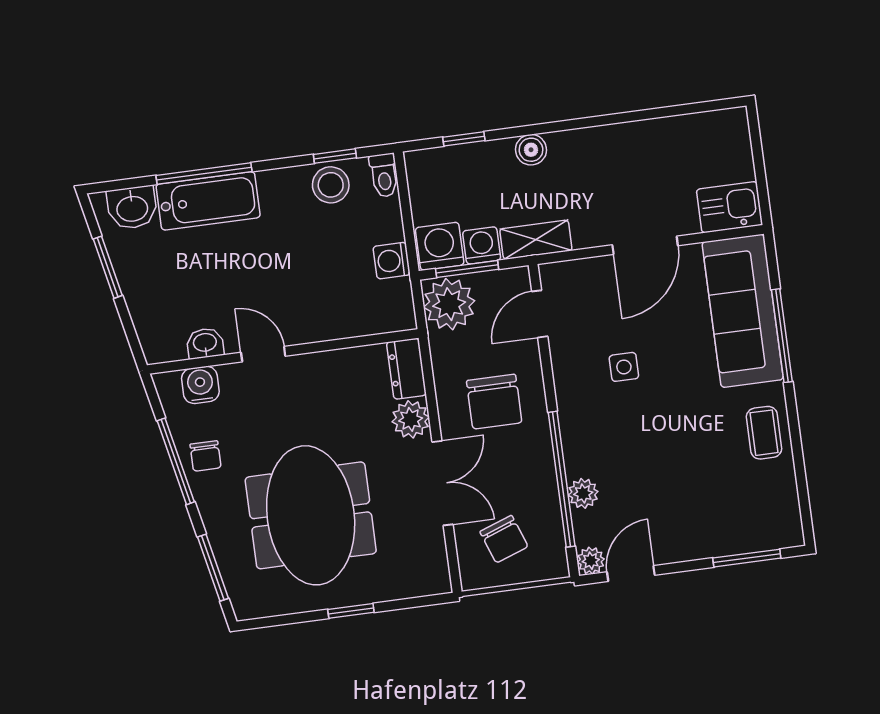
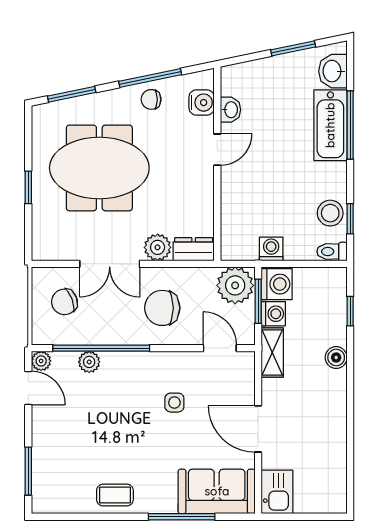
sofa: (743, 311) -> (217, 491), width x0.73

